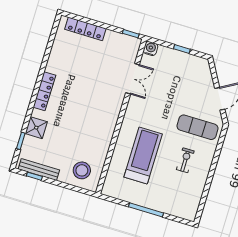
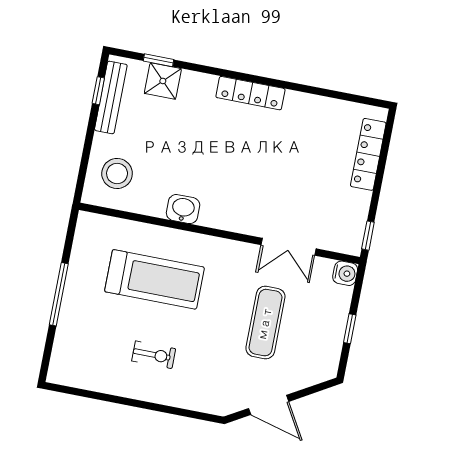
exercise mat: (197, 127) -> (265, 323), moved
shower: (36, 128) -> (163, 81), moved
washbasin: (105, 136) -> (183, 209), added

